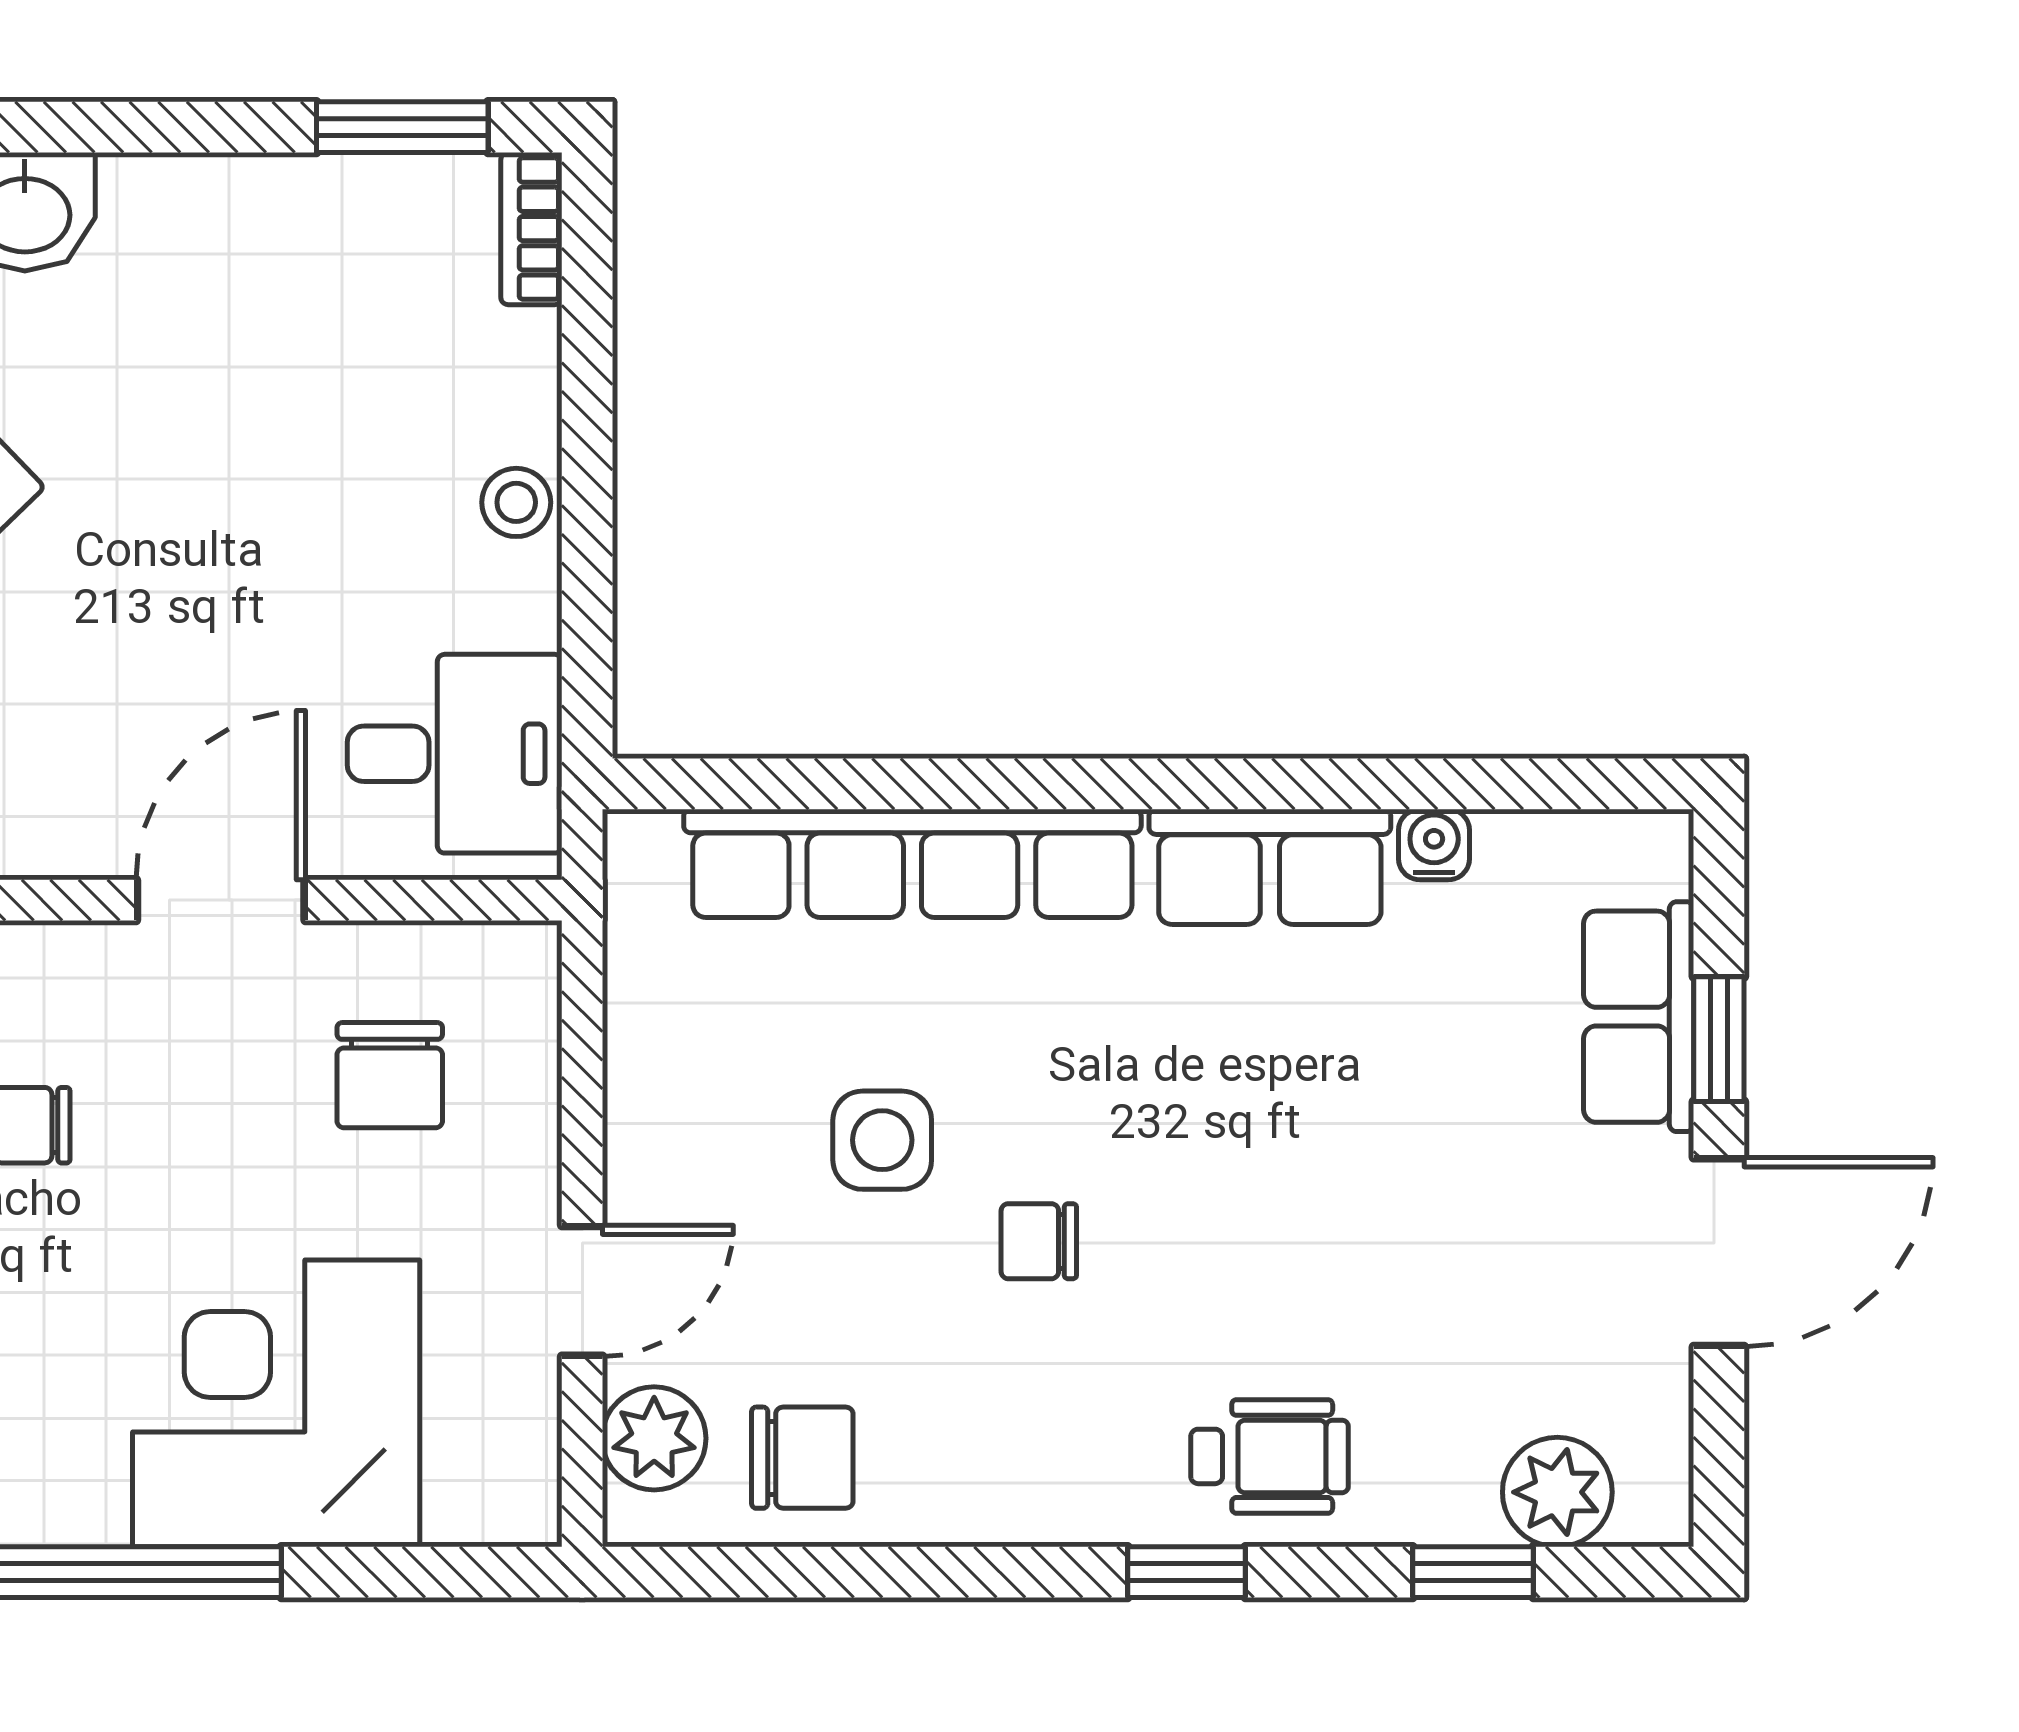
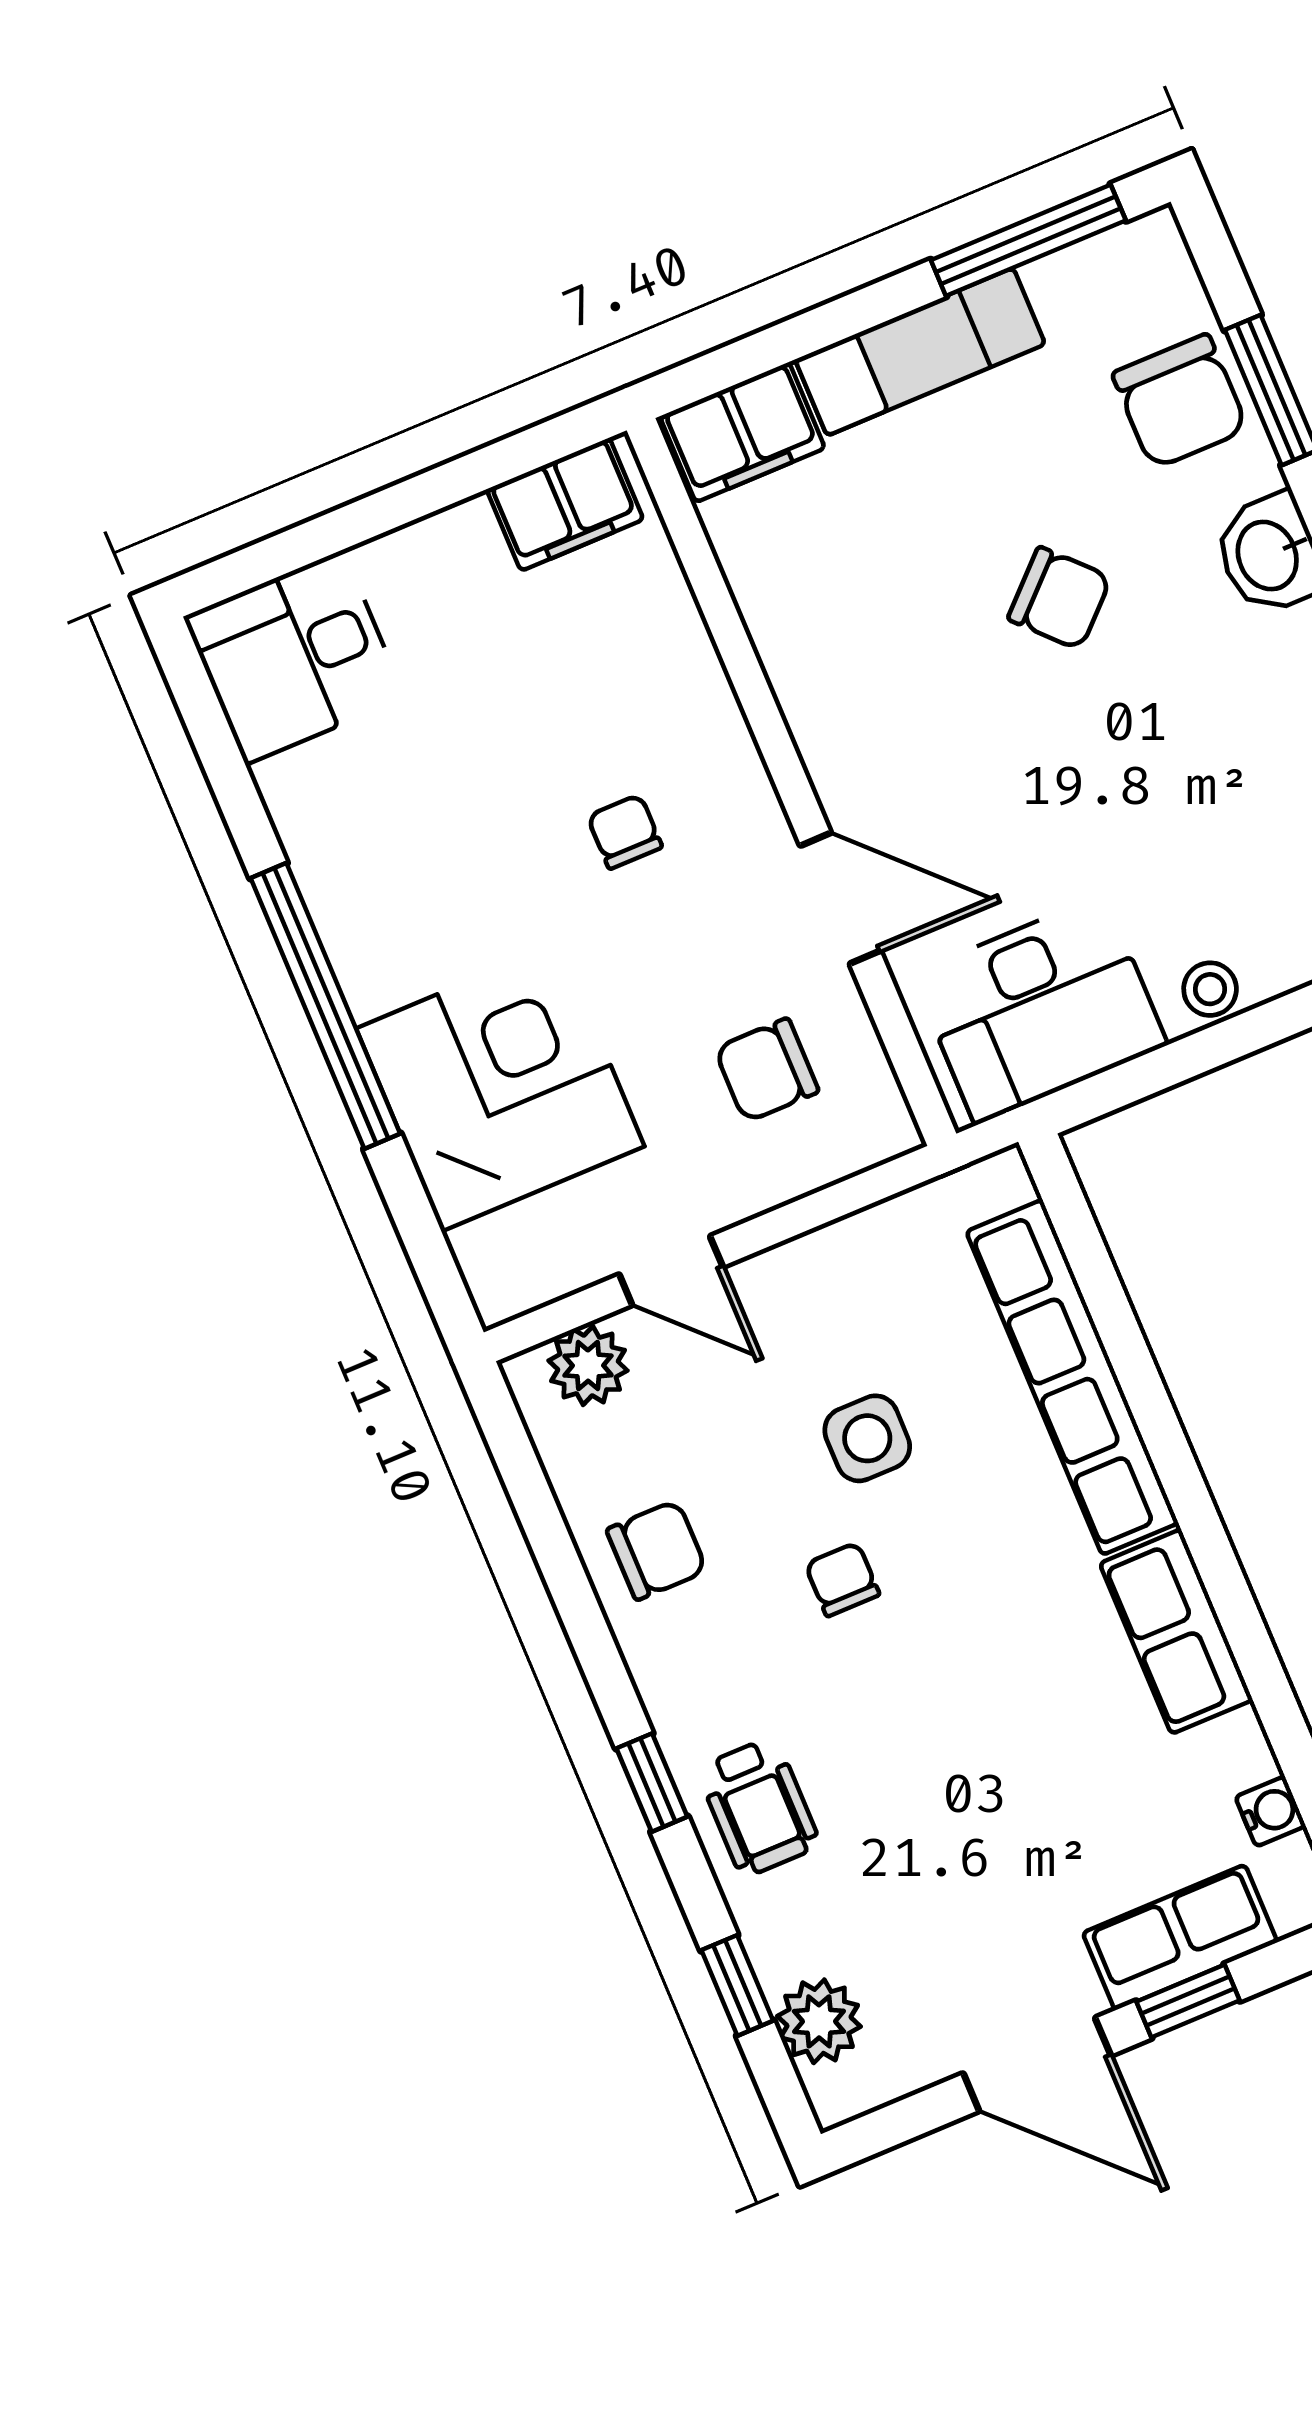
desk: (455, 754) -> (1040, 1009), width x1.37
water cooler: (1434, 845) -> (1270, 1811), moved
chair: (802, 1458) -> (657, 1550), moved, turned -90

